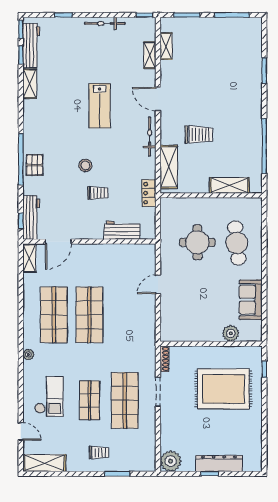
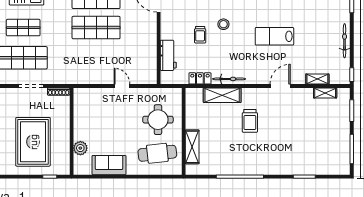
bicycle: (150, 137) -> (229, 79), moved
shelving: (229, 185) -> (192, 147), moved
wall: (211, 195) -> (184, 131), moved

